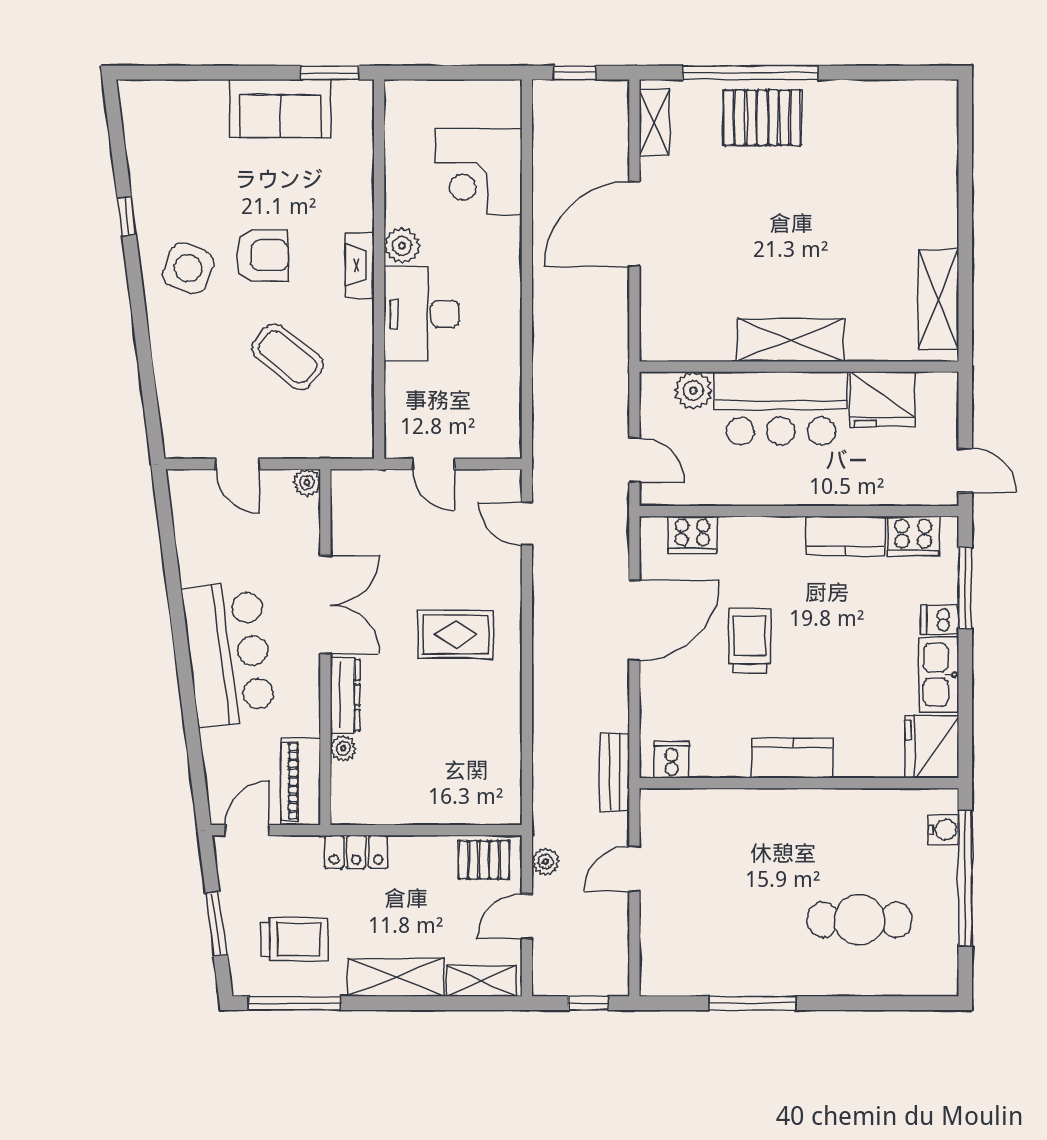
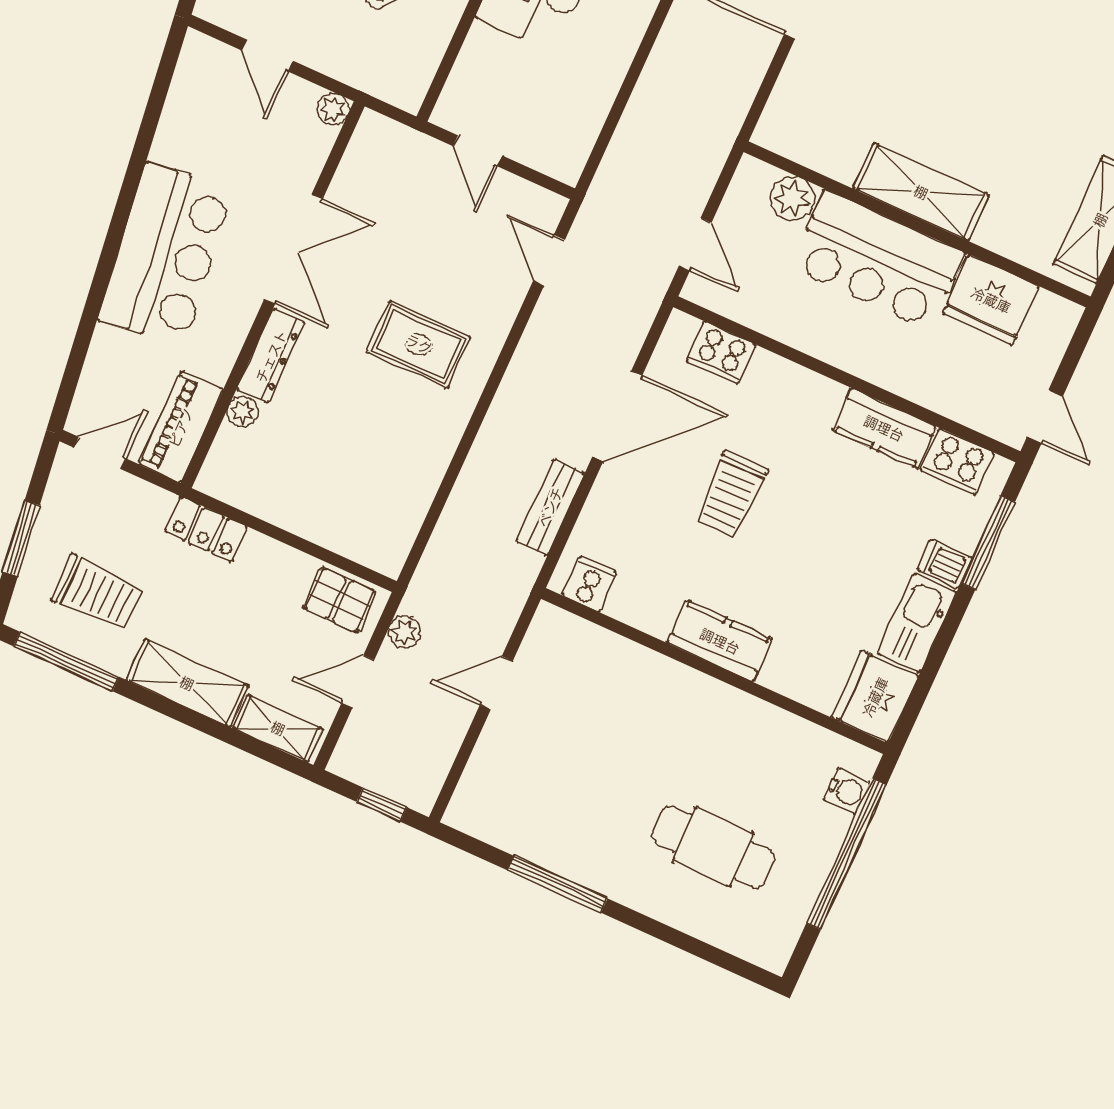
trolley: (750, 641) -> (731, 494), turned 180
bench: (615, 772) -> (550, 507), moved

